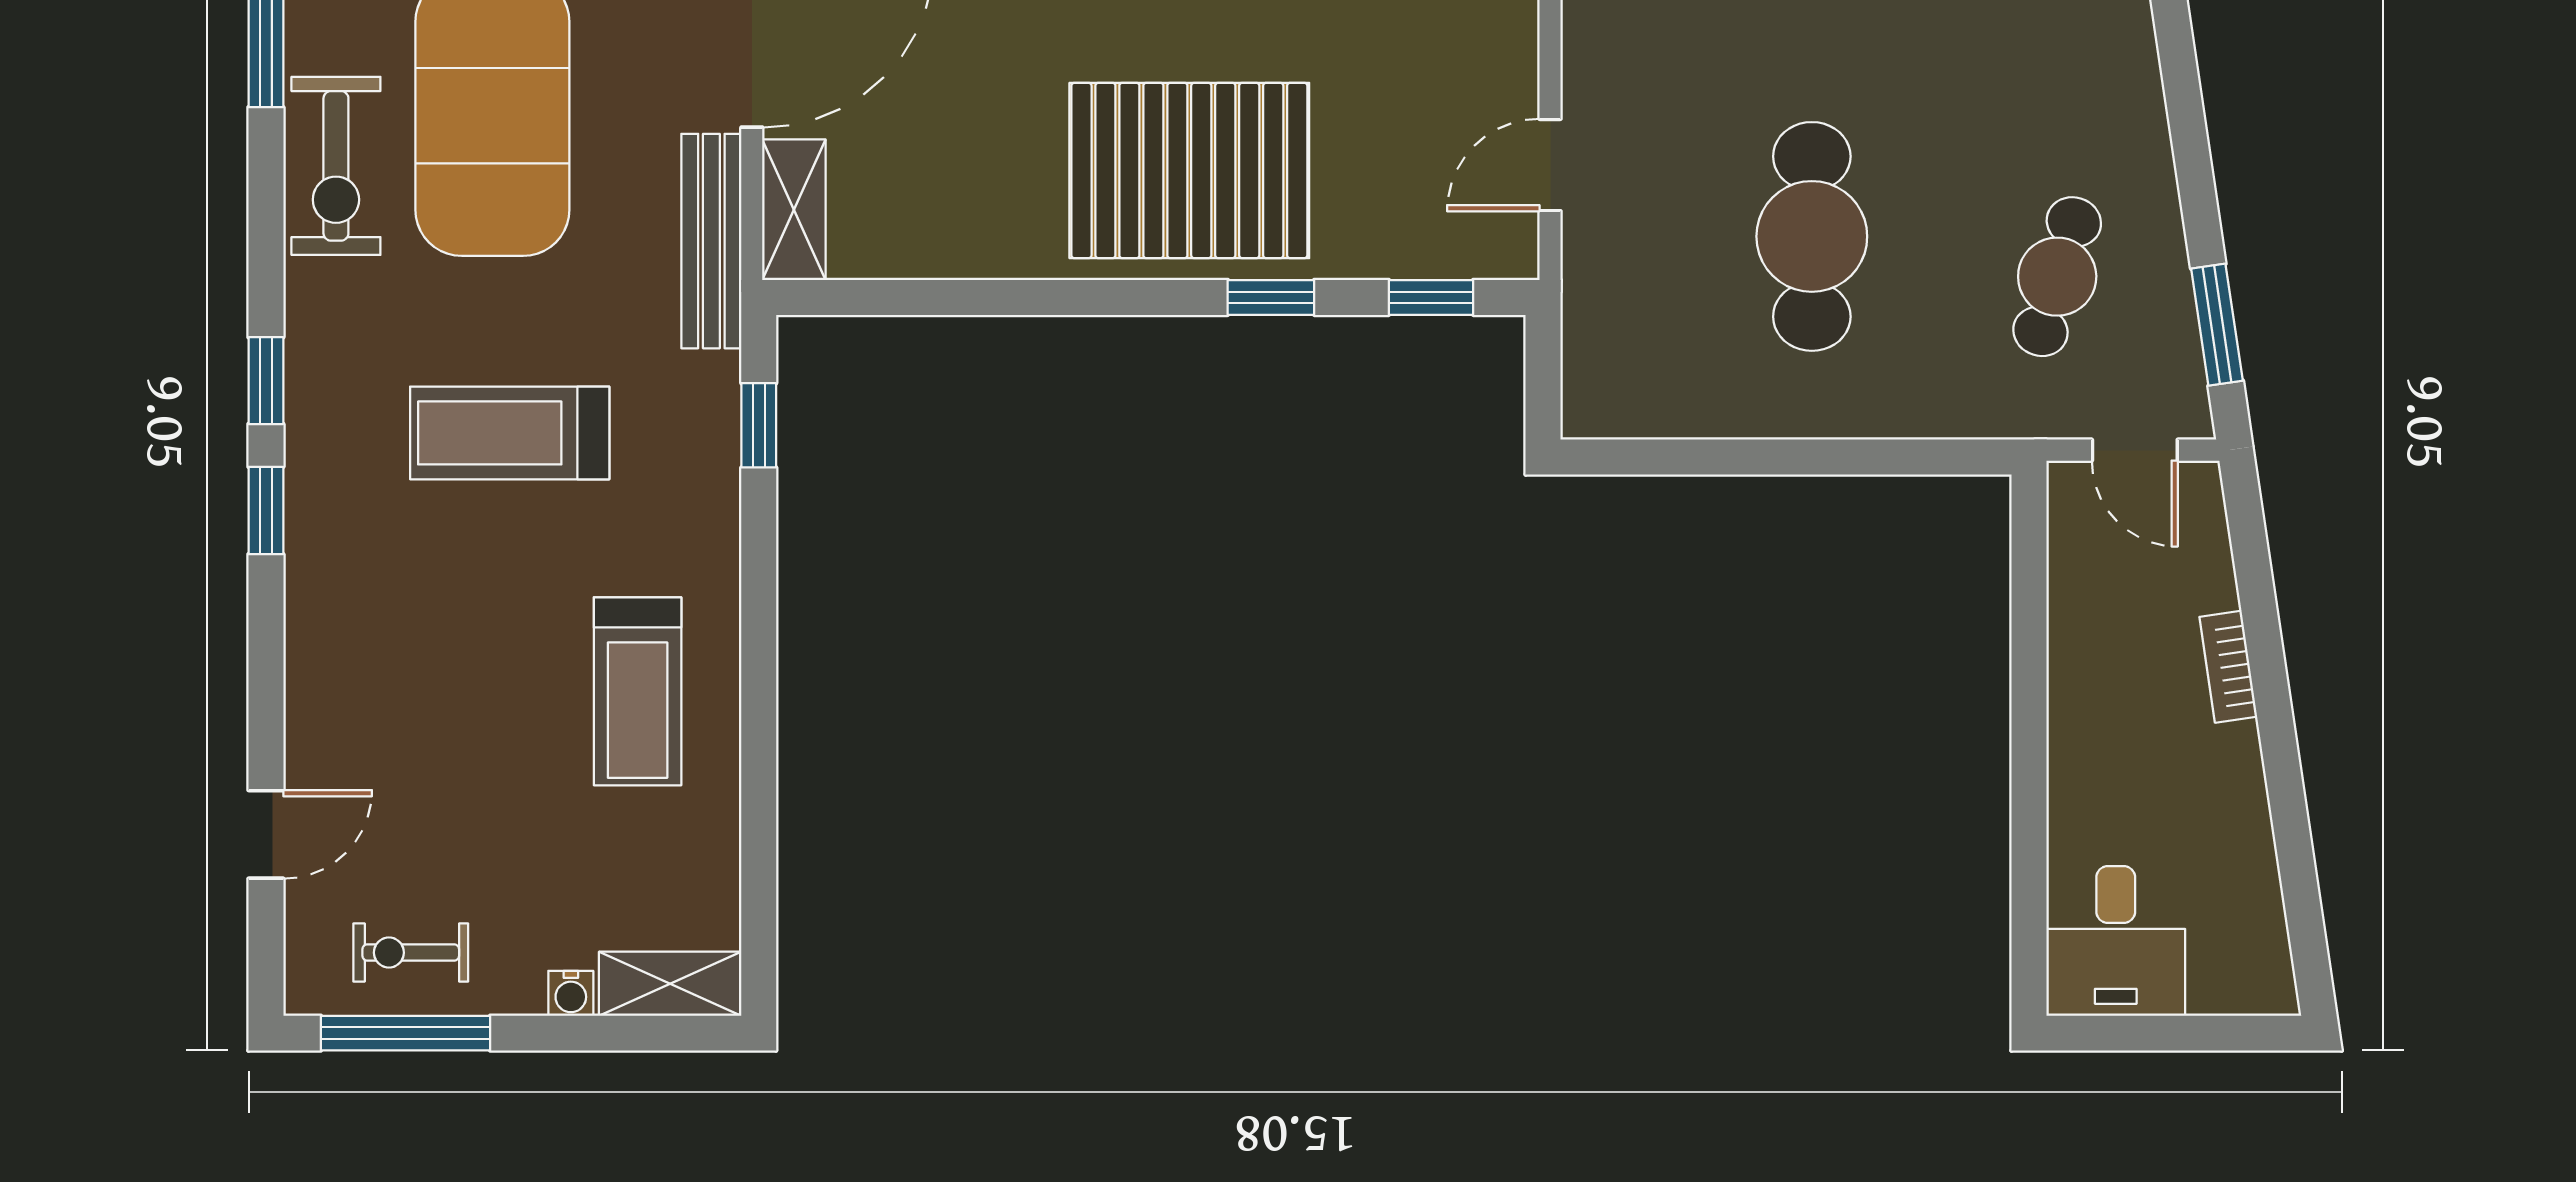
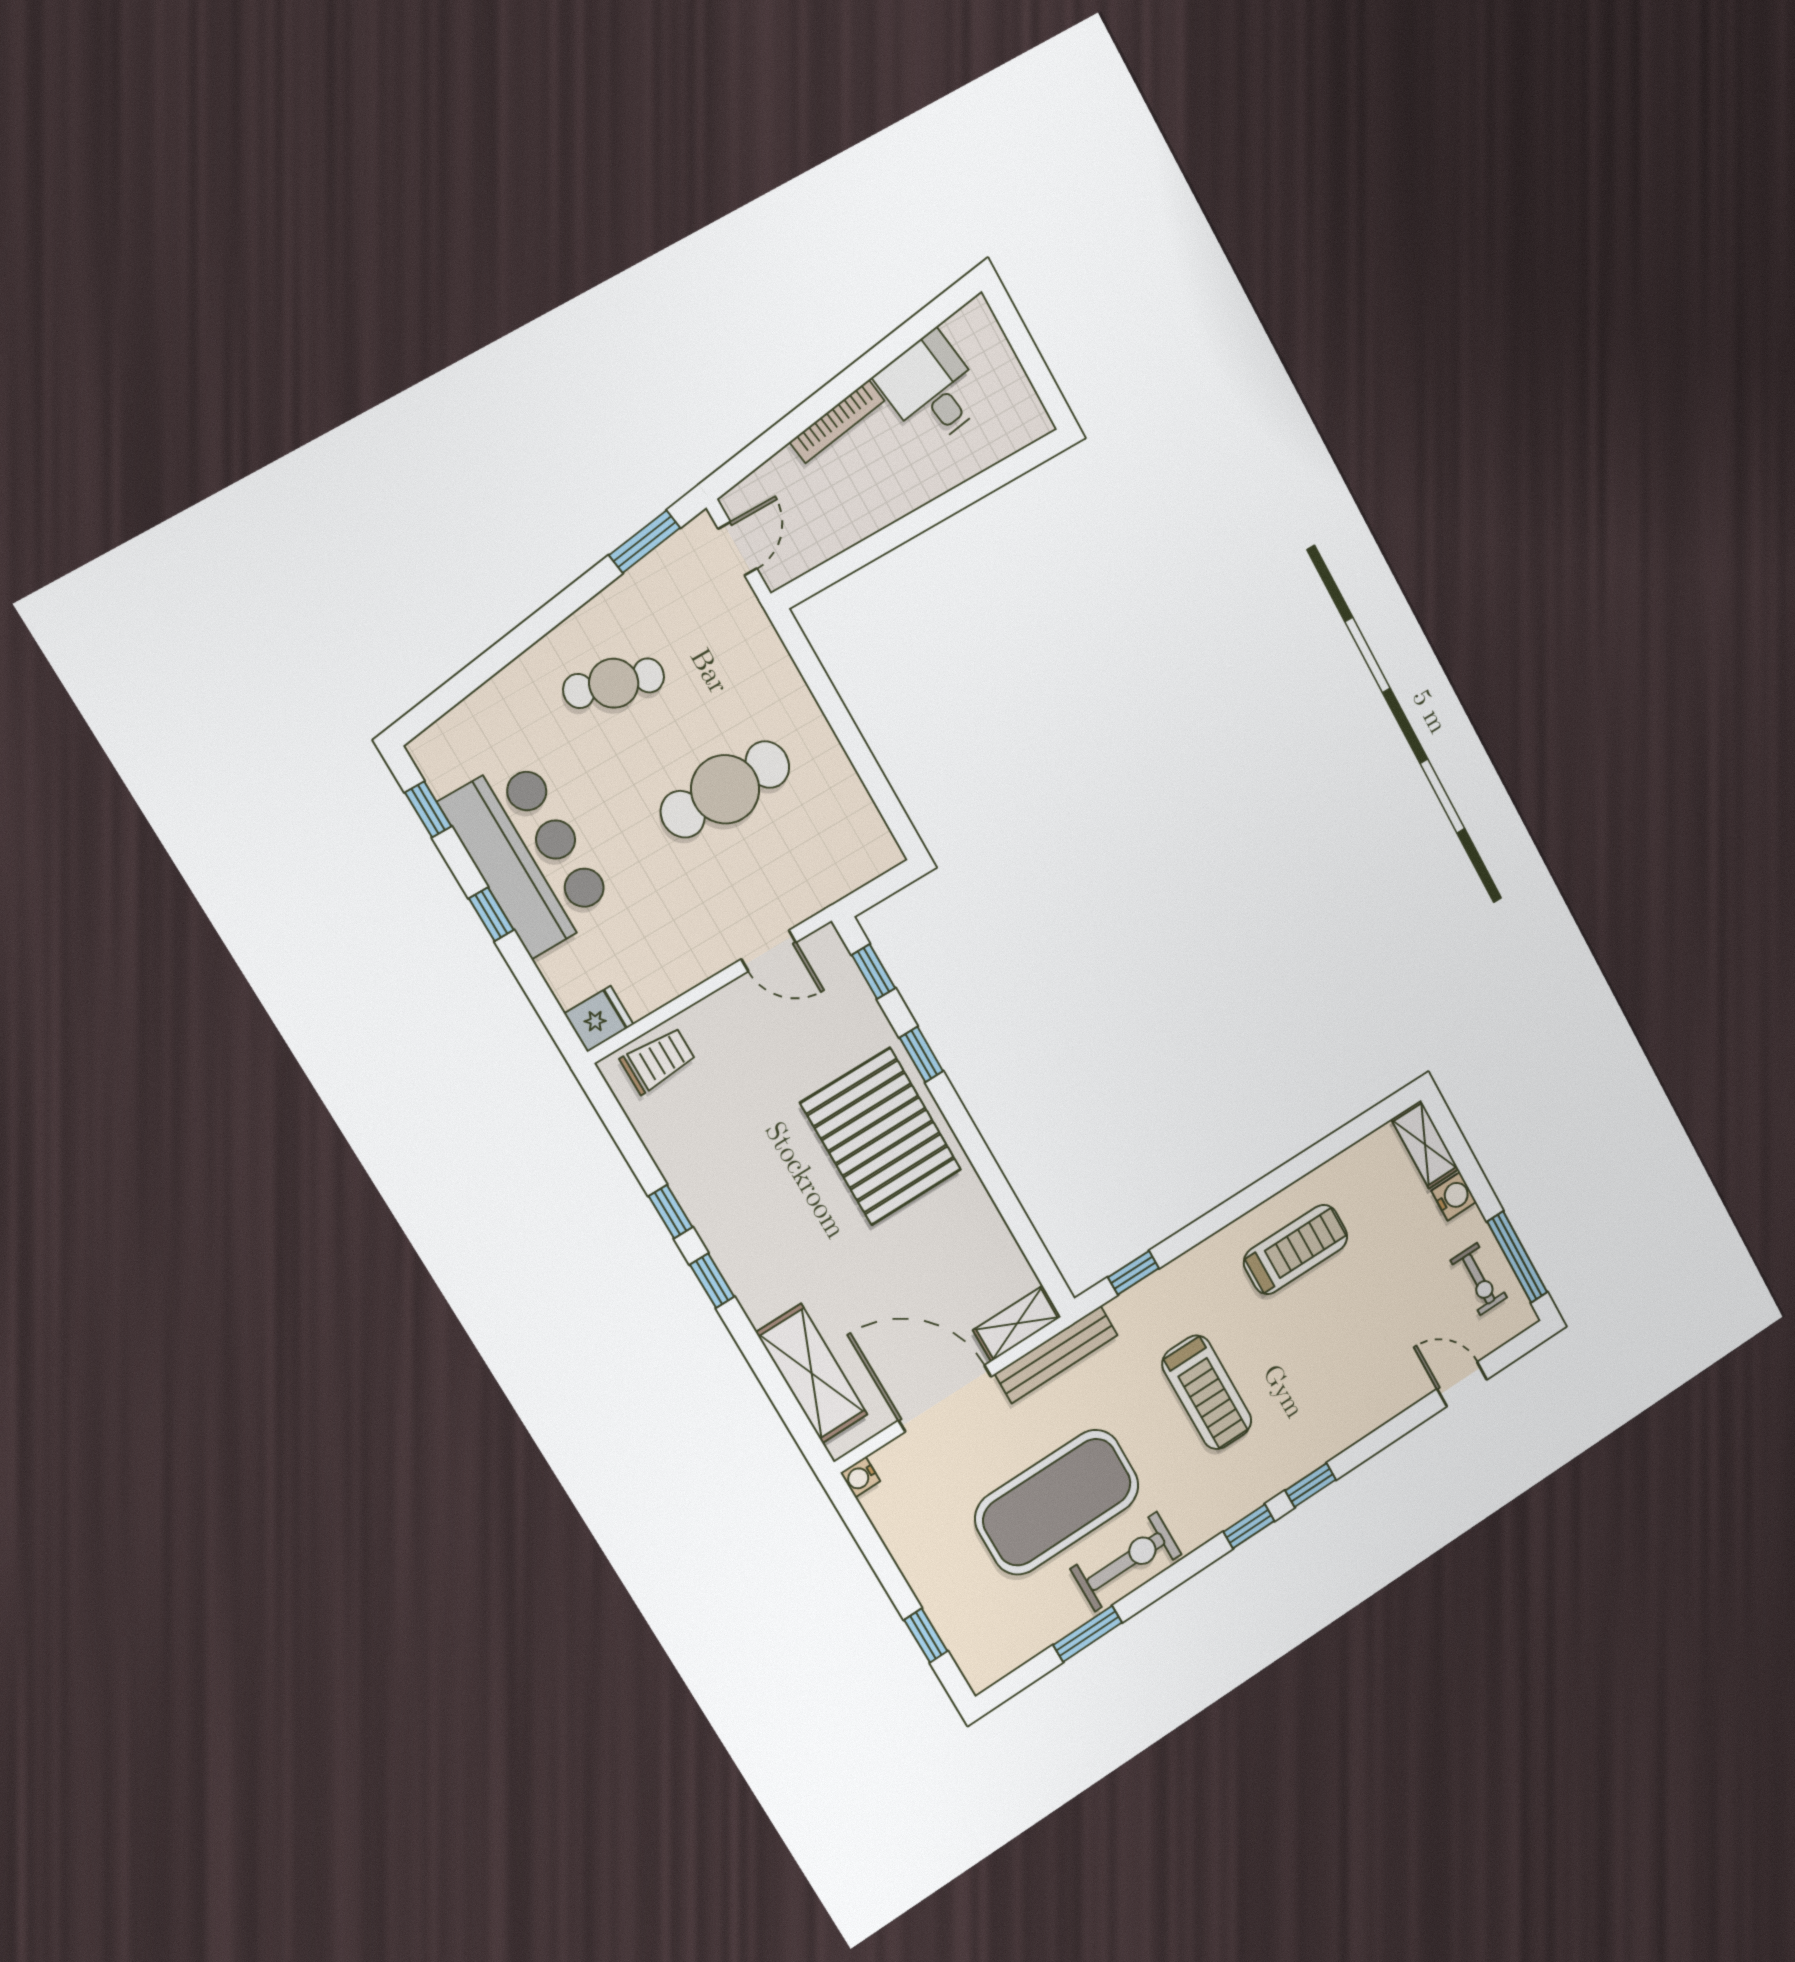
cafe table: (2057, 277) -> (614, 683), moved
bookcase: (2228, 667) -> (837, 421), width x1.56
desk: (2116, 941) -> (932, 389), moved, turned -98
water cooler: (571, 993) -> (1454, 1196), width x1.38, depth x1.38

